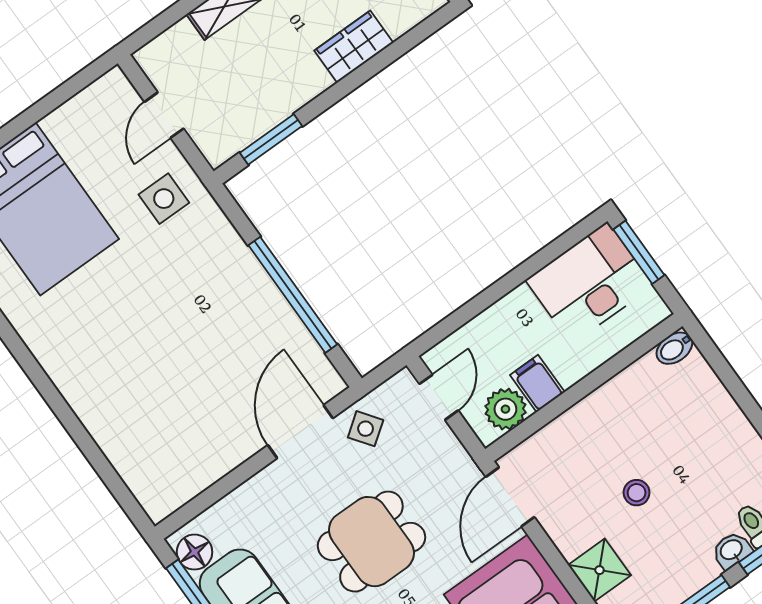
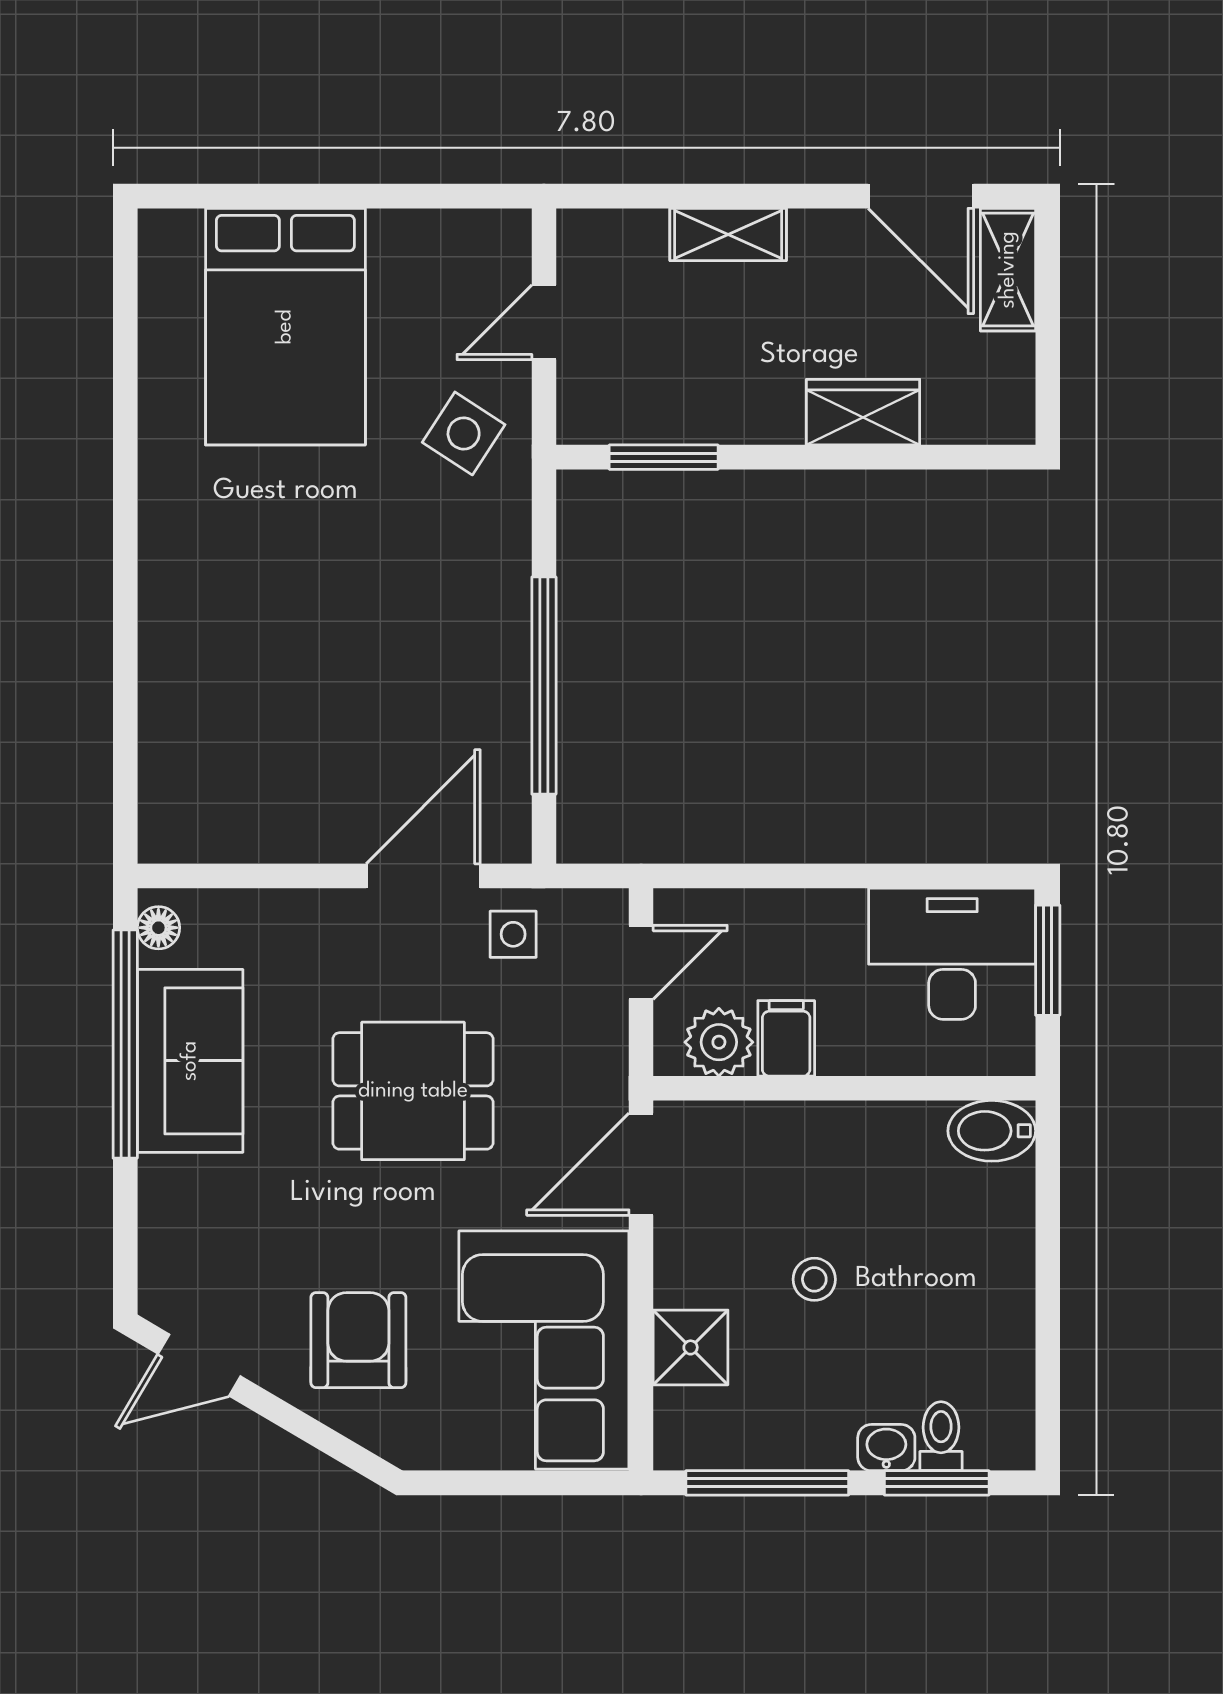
side table: (164, 199) -> (464, 433), turned 33
bidet: (674, 348) -> (992, 1131), width x1.38, depth x1.36
side table: (366, 429) -> (513, 934), turned 36
floor lamp: (195, 552) -> (158, 928), width x0.73, depth x0.73

